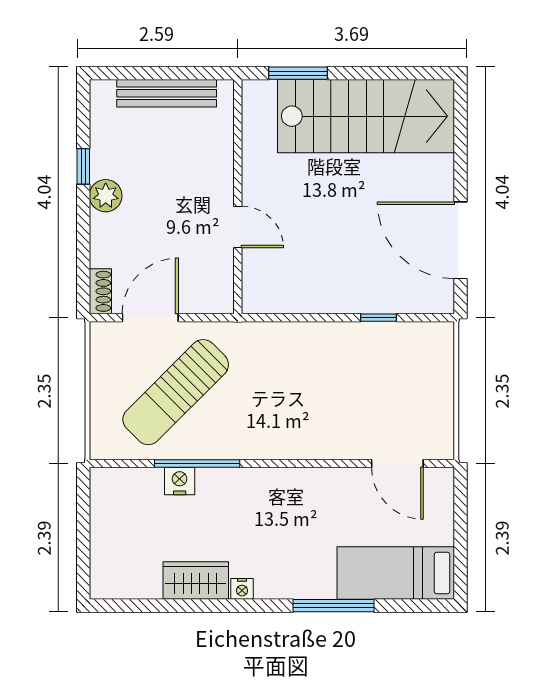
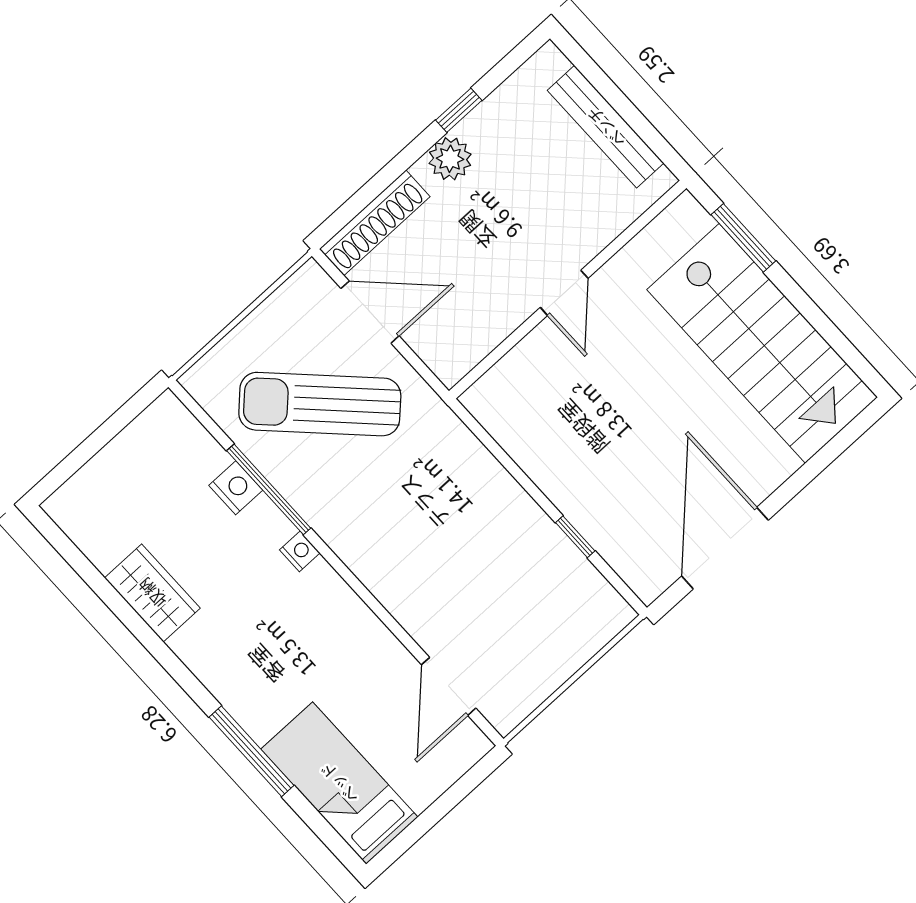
door: (238, 227) -> (564, 293), moved
shoe rack: (100, 291) -> (375, 223), width x1.94, depth x1.24
nightstand: (242, 589) -> (300, 551), moved, turned 180

